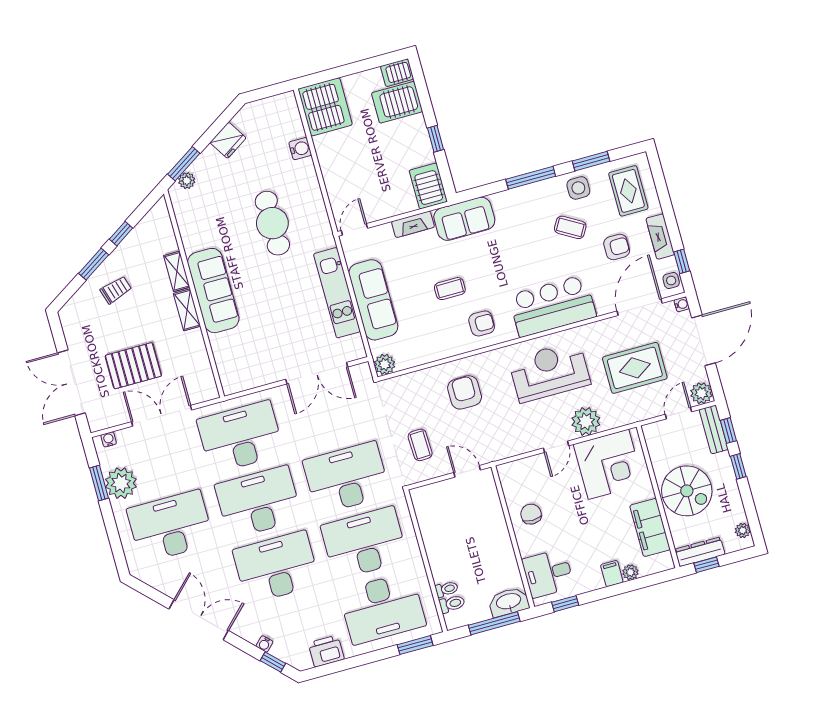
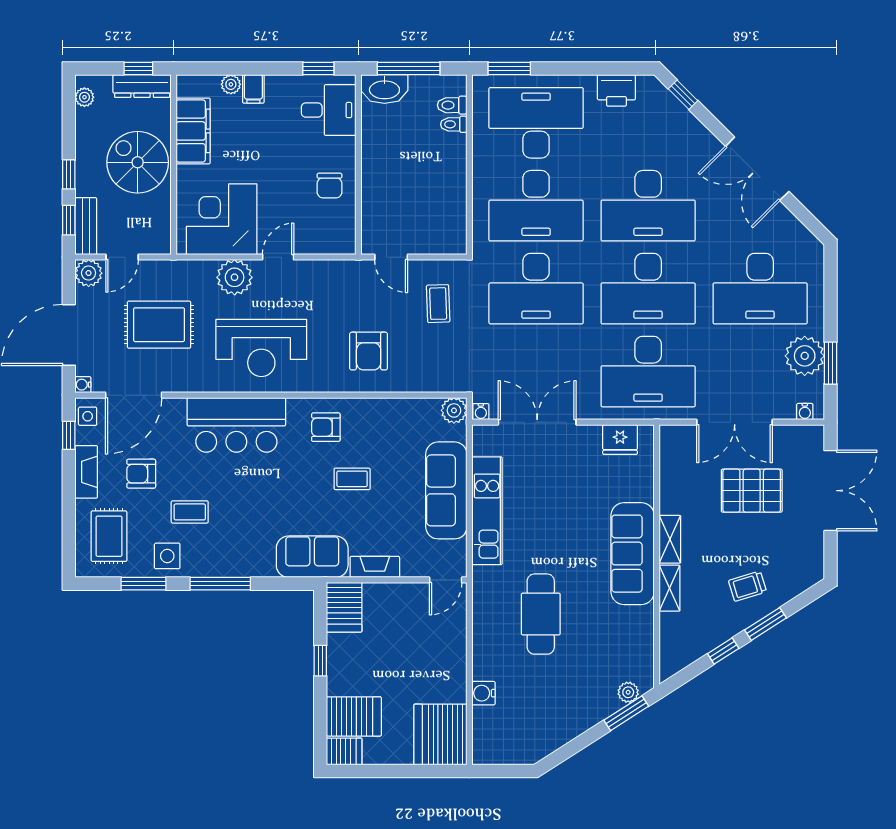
fridge: (228, 140) -> (620, 440), moved, turned -147
coffee table: (570, 227) -> (190, 512), turned -30
water cooler: (265, 644) -> (481, 412), moved, turned 135

